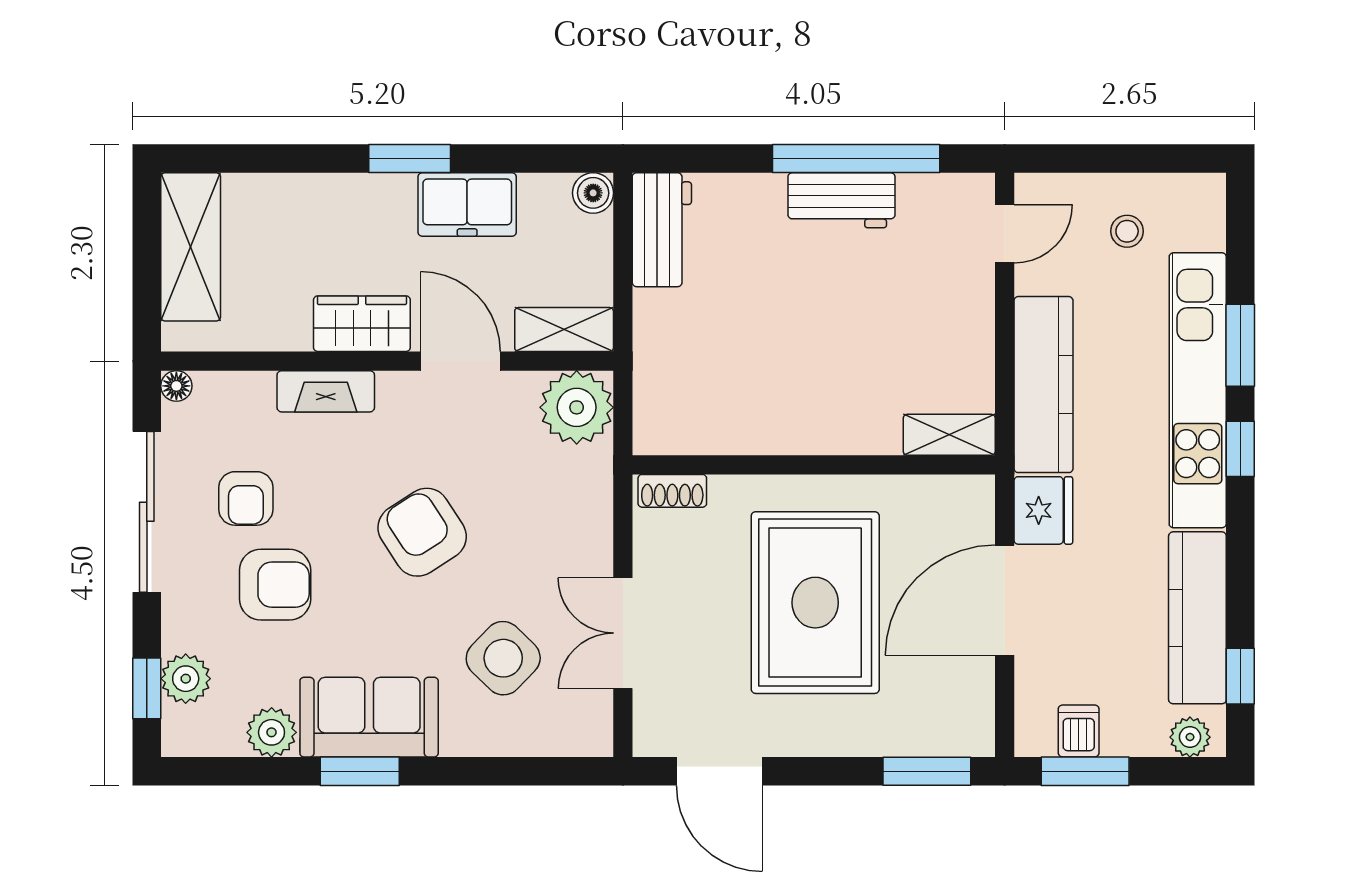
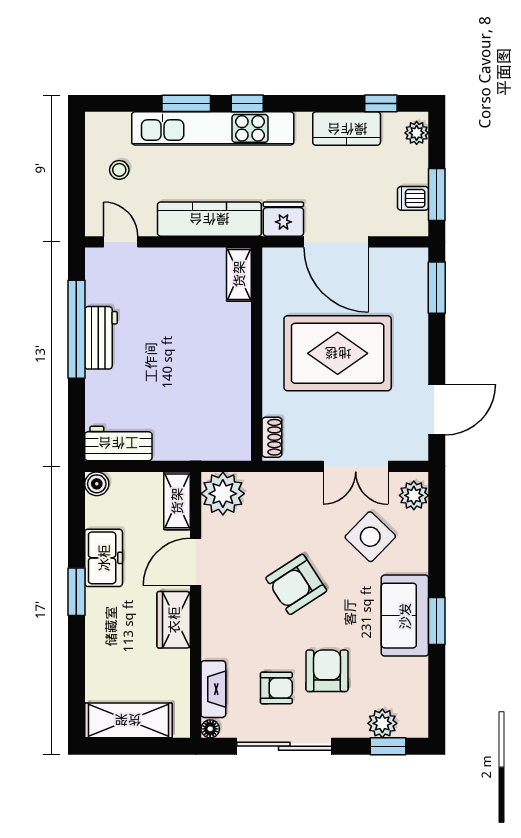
fireplace: (326, 391) -> (213, 689), moved
kitchen counter: (1197, 618) -> (347, 129), width x0.67
plant: (272, 732) -> (414, 495), moved

